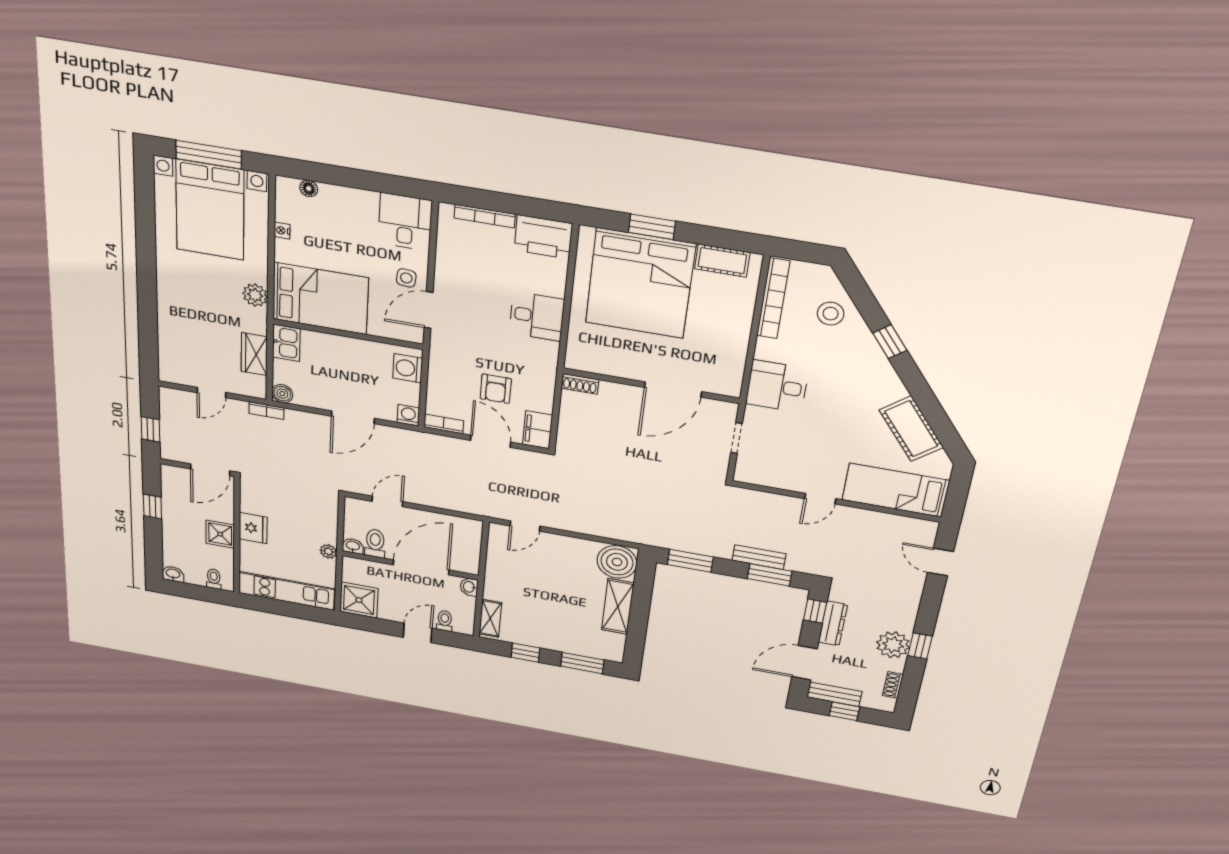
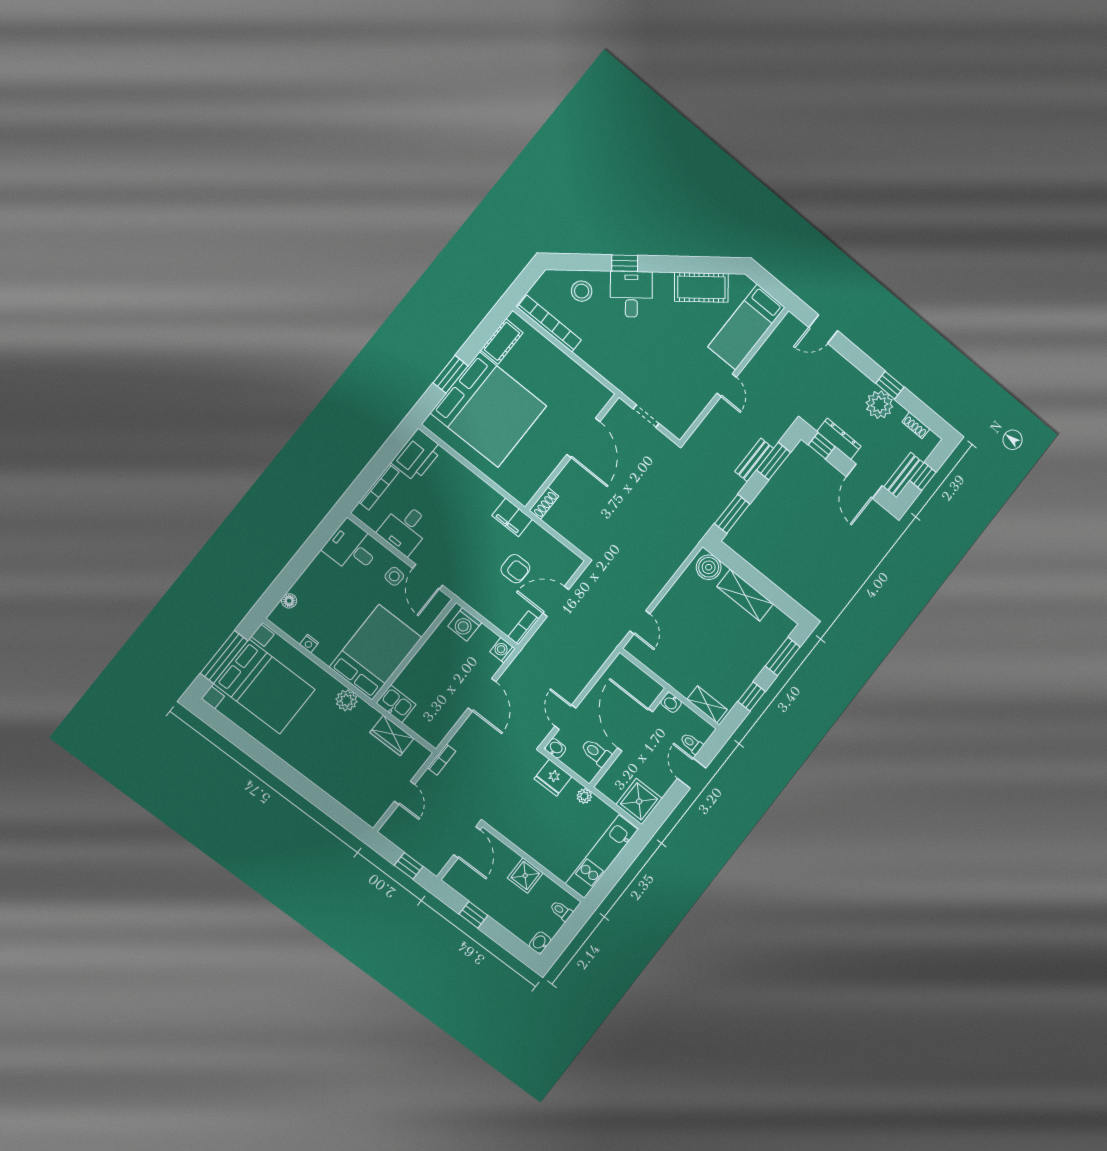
desk: (537, 316) -> (405, 529), moved, turned 180
desk: (777, 386) -> (631, 294), moved, turned 142
boiler: (282, 394) -> (434, 737), removed
filing cabinet: (538, 430) -> (512, 517), moved
fridge: (253, 528) -> (553, 778), moved, turned 180
washbasin: (353, 546) -> (556, 748), moved, turned 90
boiler: (617, 562) -> (709, 567), width x0.73, depth x0.73

